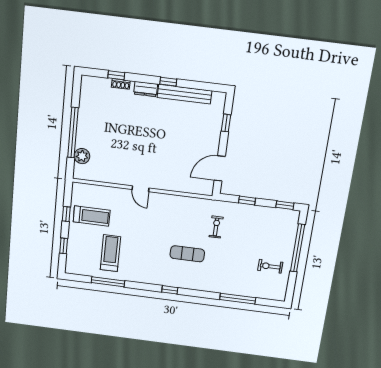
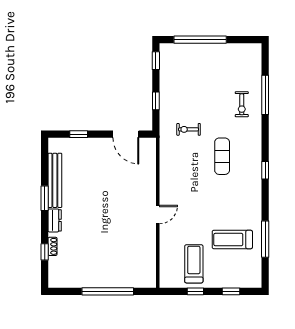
window: (168, 82) -> (45, 198), width x1.50
plant: (82, 156) -> (131, 280), removed
exercise bike: (270, 266) -> (242, 104), moved

